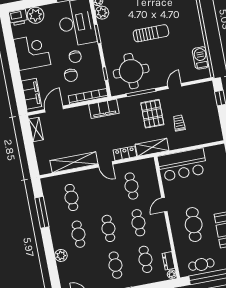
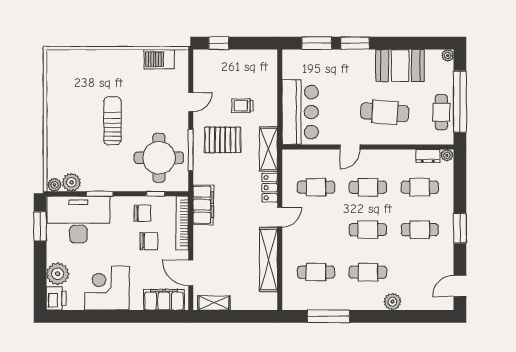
chair: (75, 57) -> (142, 213), moved
door: (175, 86) -> (191, 102), swing flipped
door: (164, 205) -> (350, 147), hinge flipped

